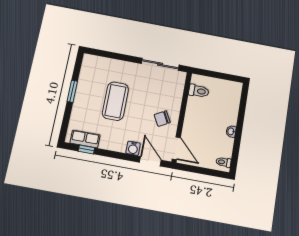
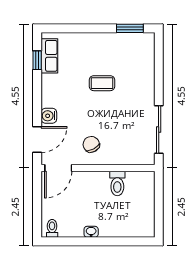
window: (72, 91) -> (130, 28), moved
toilet: (199, 91) -> (117, 183), moved
coffee table: (115, 101) -> (102, 83), width x0.54, depth x0.58

